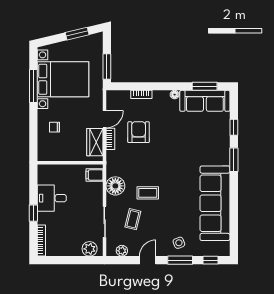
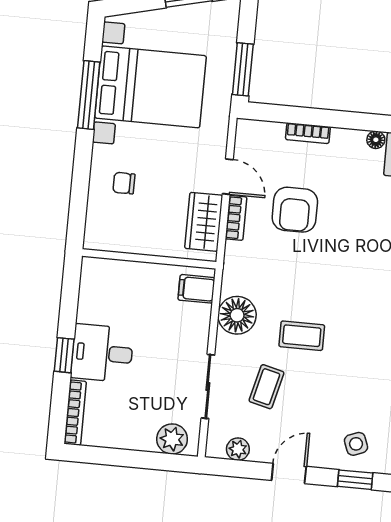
door: (105, 119) -> (228, 177), hinge flipped
armchair: (139, 132) -> (295, 210), turned 180
desk: (52, 198) -> (102, 353), moved
window: (180, 260) -> (355, 480), width x0.67

